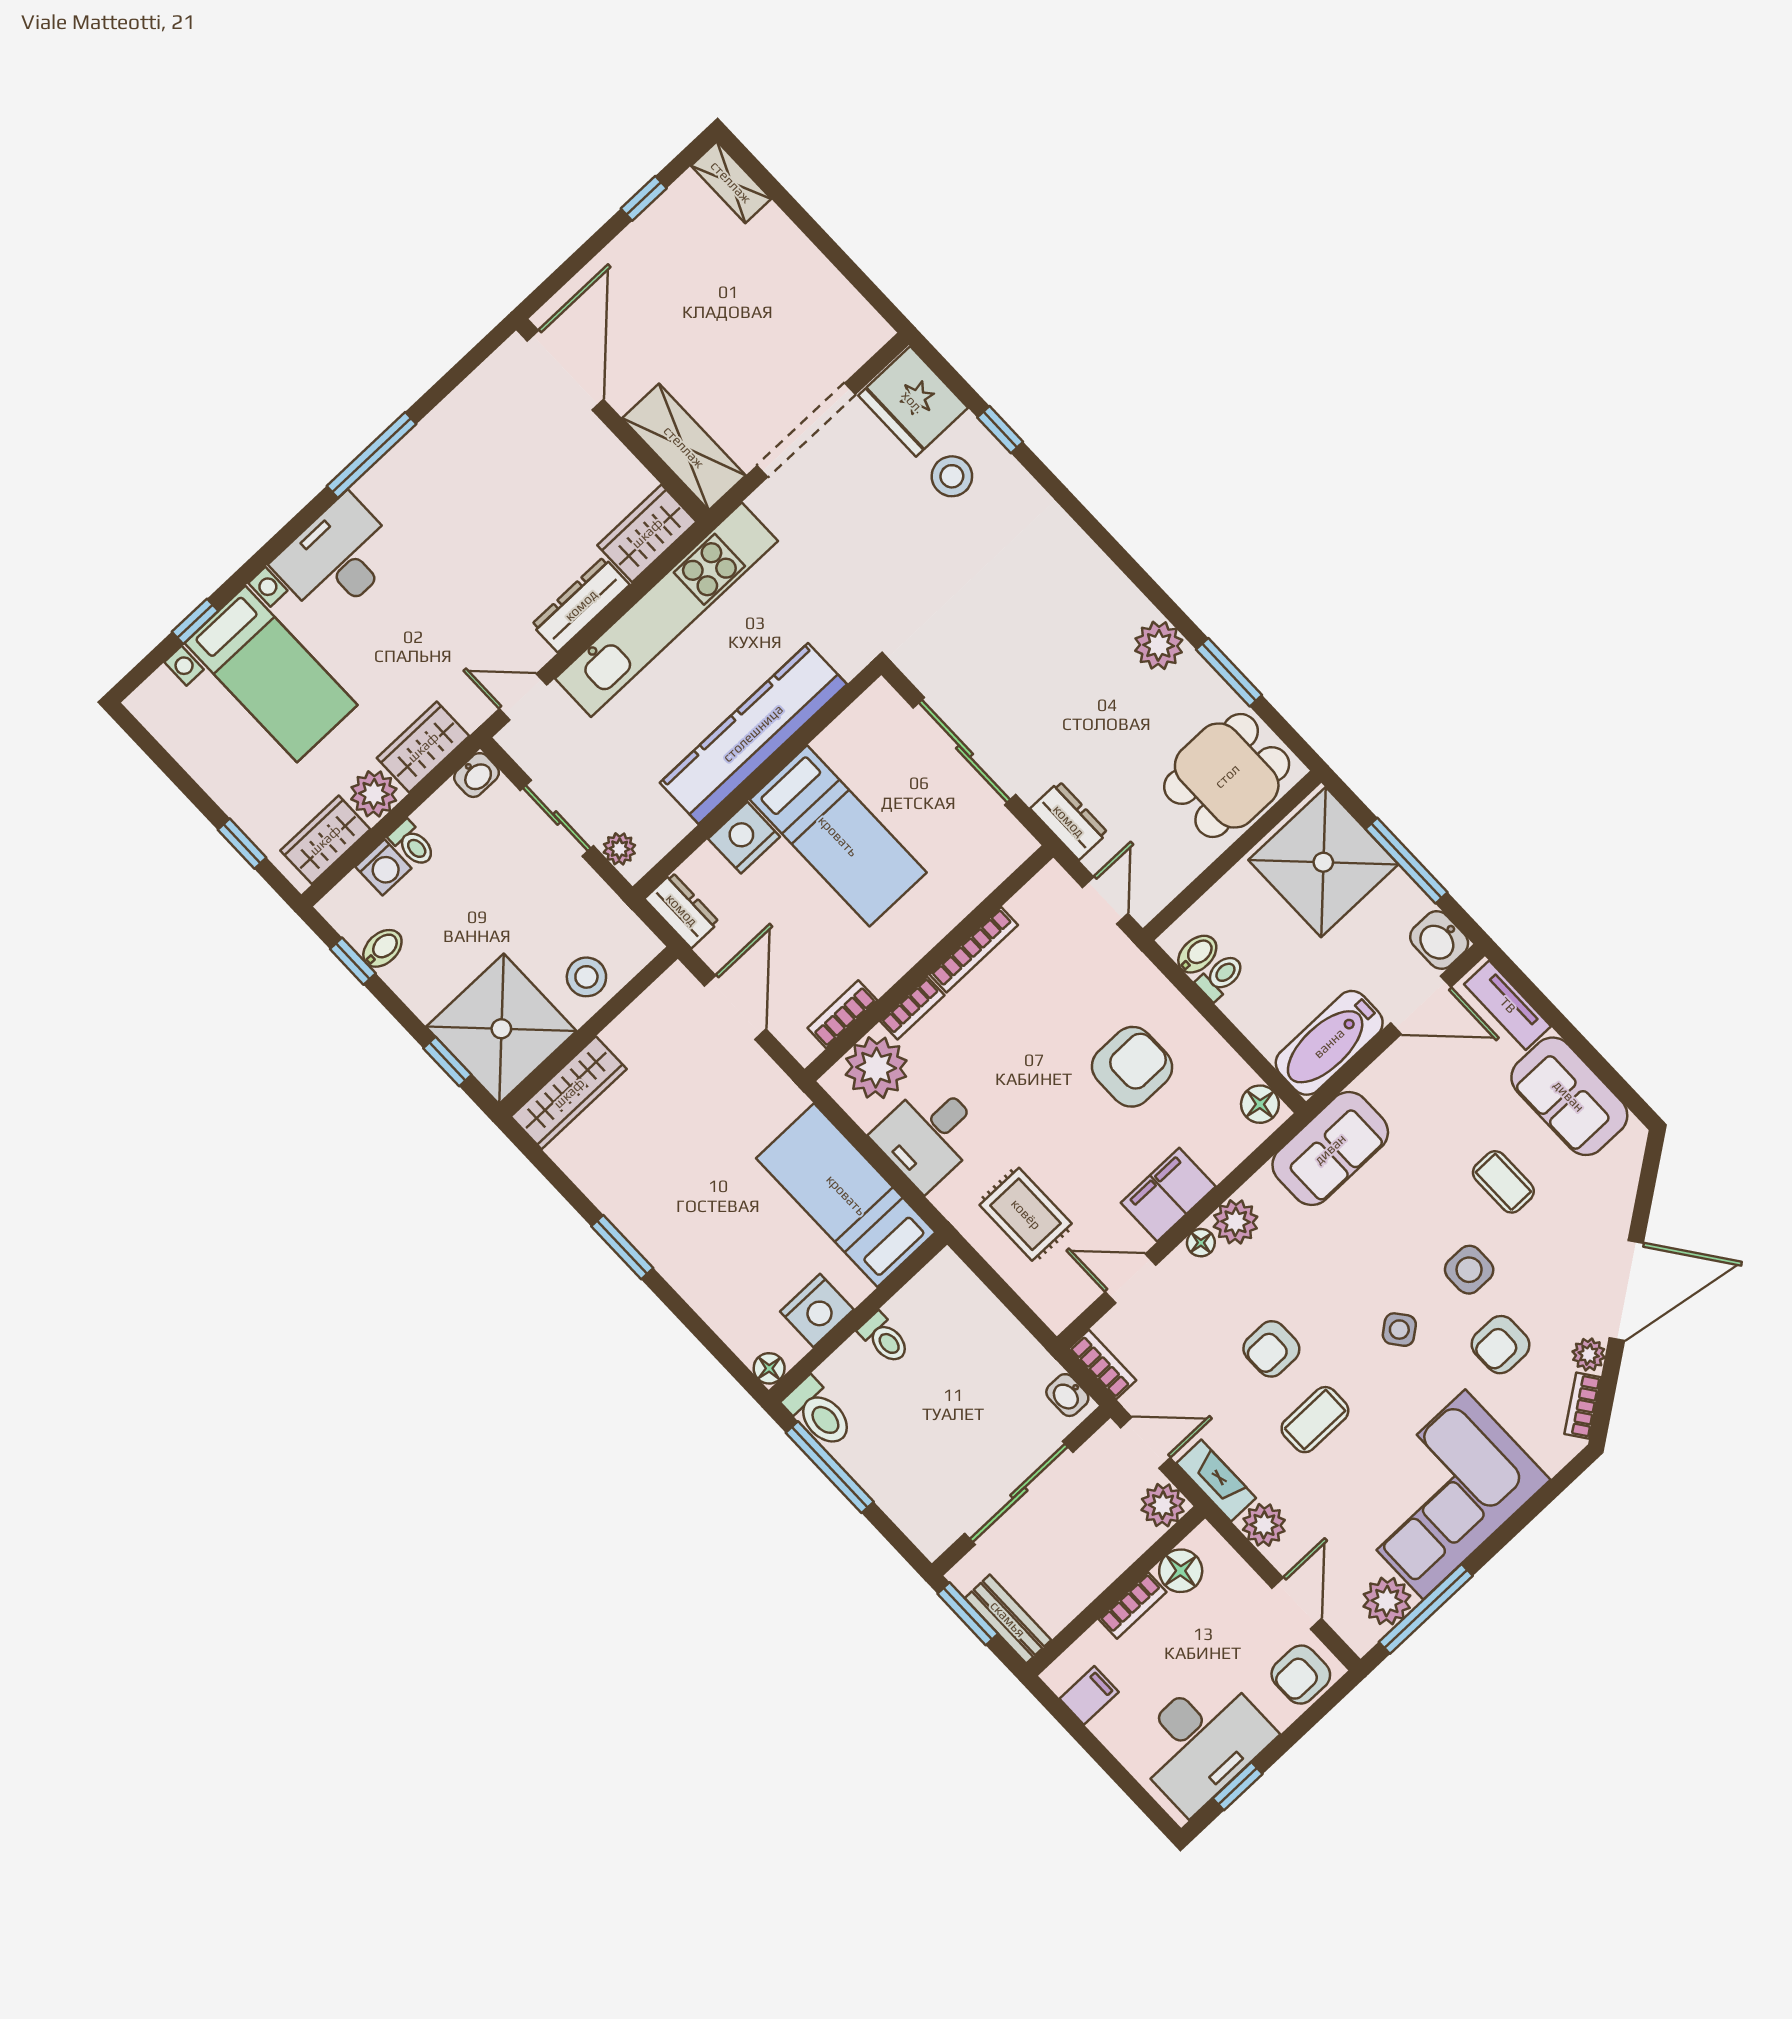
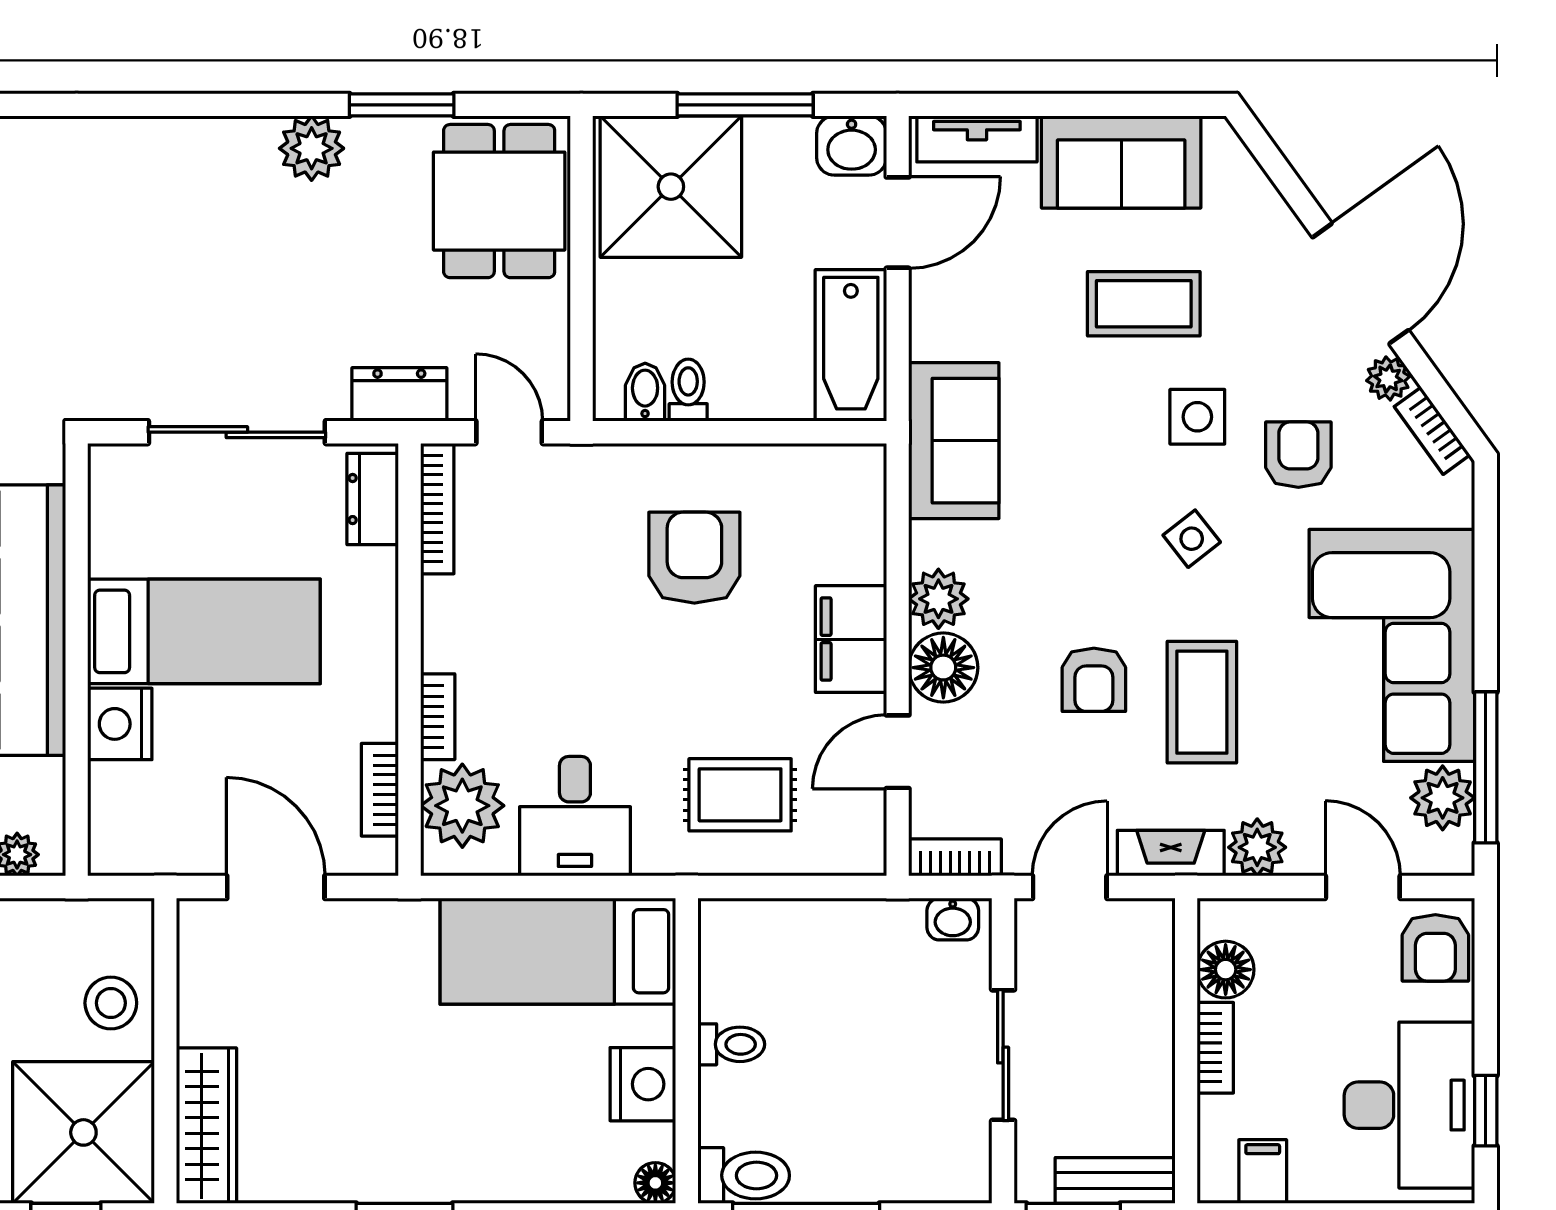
dresser: (682, 910) -> (373, 499), moved, turned -90
bookcase: (974, 950) -> (437, 509), moved
floor lamp: (1260, 1104) -> (847, 468), removed
coffee table: (1503, 1182) -> (1144, 304), width x1.36, depth x1.30
floor lamp: (1201, 1243) -> (943, 668), width x1.89, depth x1.89
armchair: (1501, 1345) -> (1298, 455), turned 180
coffee table: (1315, 1420) -> (1202, 702), width x1.36, depth x1.30
sliding door: (1019, 1493) -> (1003, 1055), width x0.73
plant: (1163, 1505) -> (1146, 927), removed

